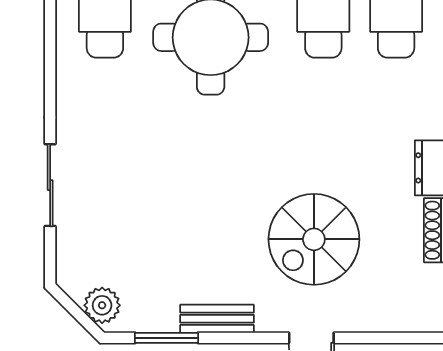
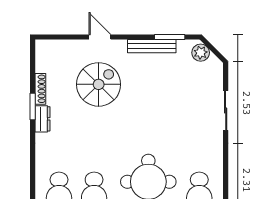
bench: (217, 319) -> (152, 46), width x1.36

